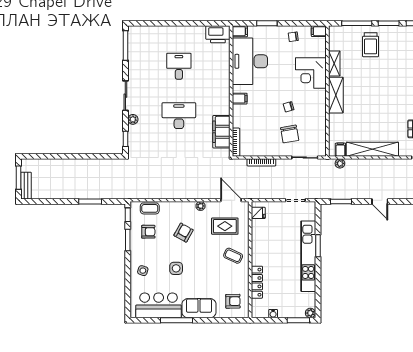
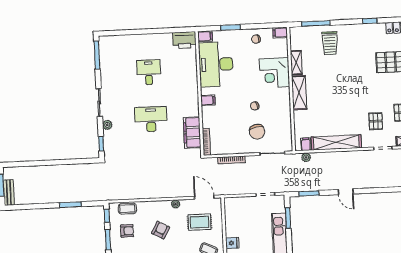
window: (389, 23) -> (346, 22), removed
fridge: (258, 213) -> (232, 243), moved
window: (318, 246) -> (288, 218), moved

